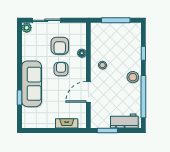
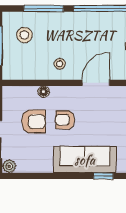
window: (143, 53) -> (44, 8), width x2.17
stool: (133, 77) -> (25, 35), moved
door: (88, 92) -> (96, 83), swing flipped

